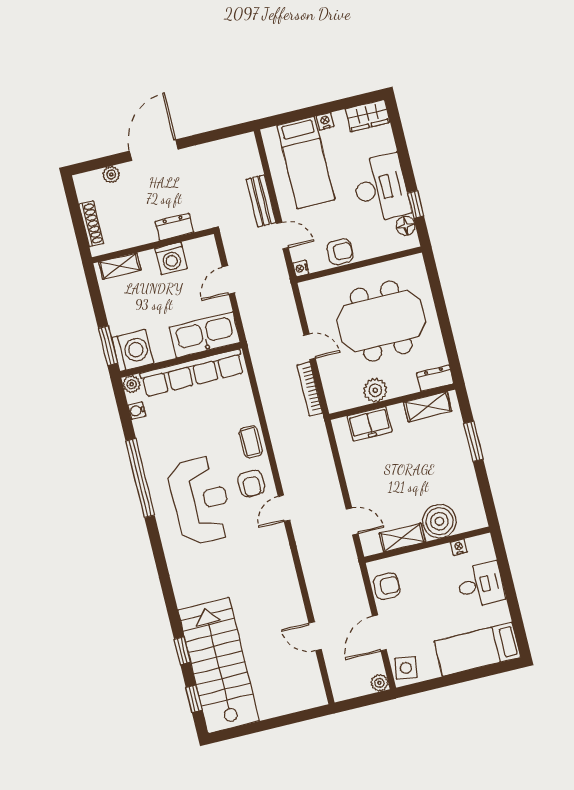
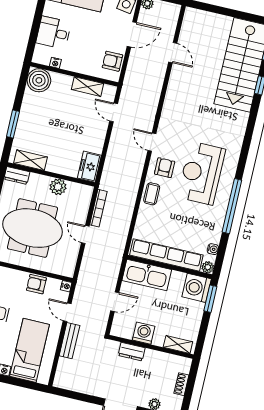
shoe rack: (91, 224) -> (181, 384), width x0.70
freezer: (370, 424) -> (89, 167), moved, turned -90
door: (284, 508) -> (152, 142), swing flipped
boiler: (439, 521) -> (39, 80), moved

